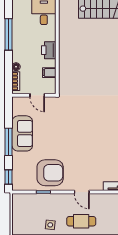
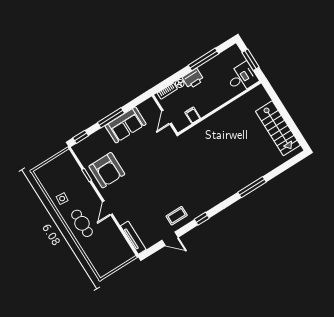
printer: (49, 50) -> (193, 79), moved, turned 180

